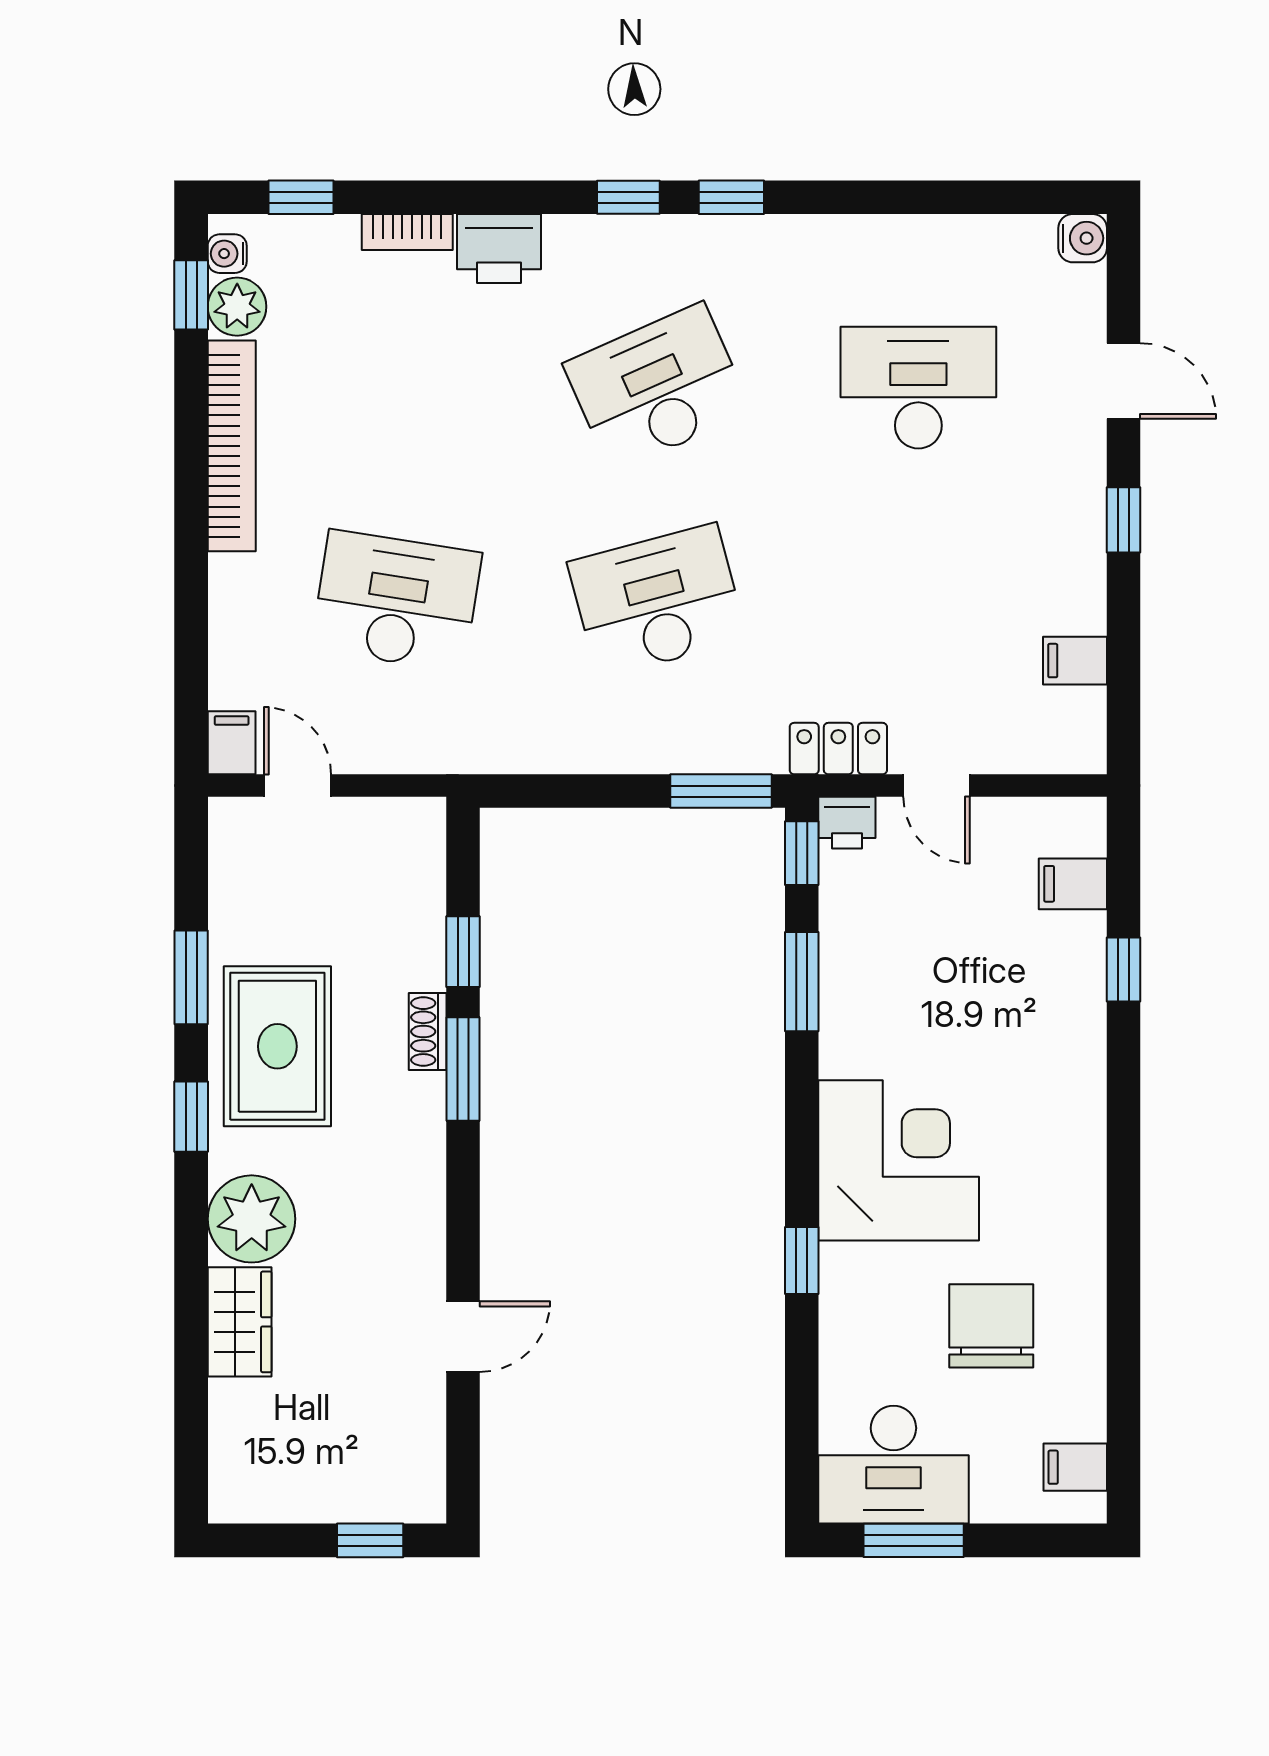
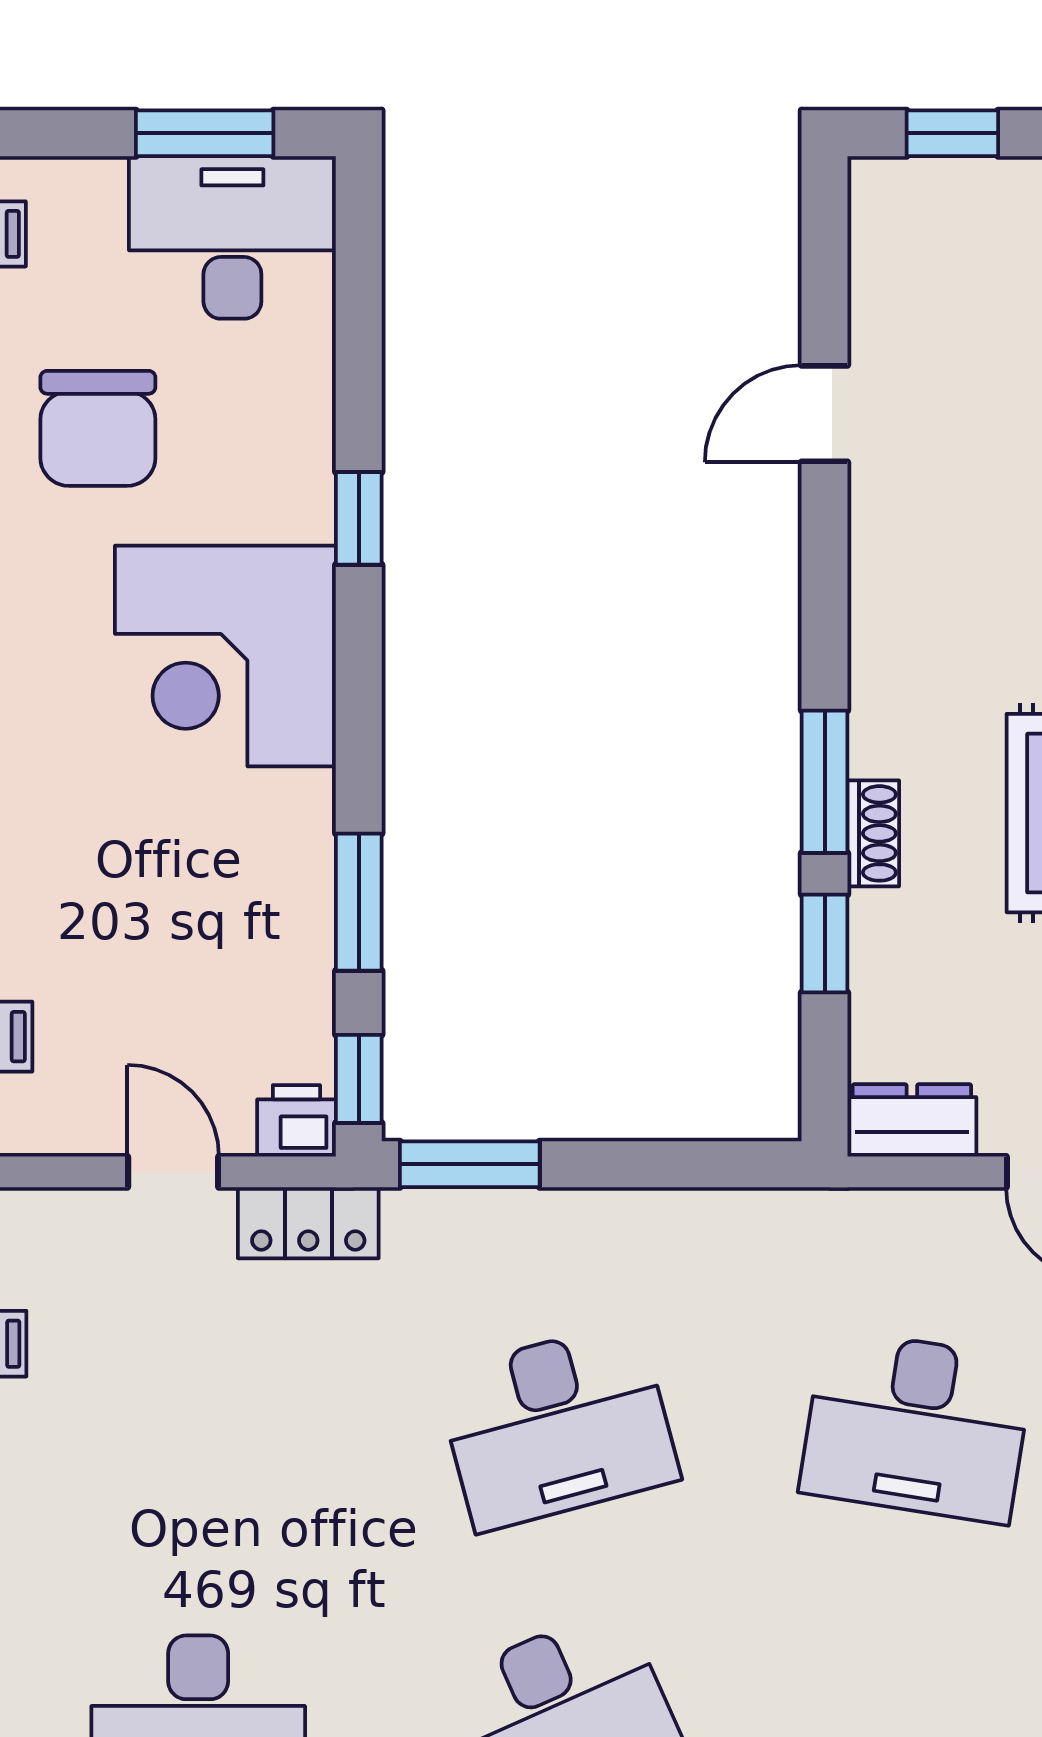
dresser: (400, 823) -> (912, 1120), added

